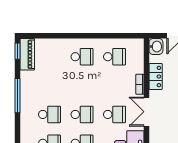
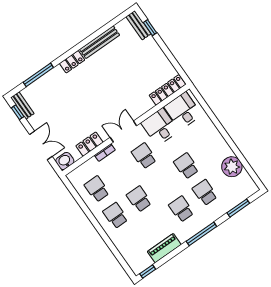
piano: (27, 54) -> (164, 248), moved
window: (18, 96) -> (201, 234), moved
double door: (146, 112) -> (123, 131), swing flipped
school desk: (82, 114) -> (139, 199), moved

